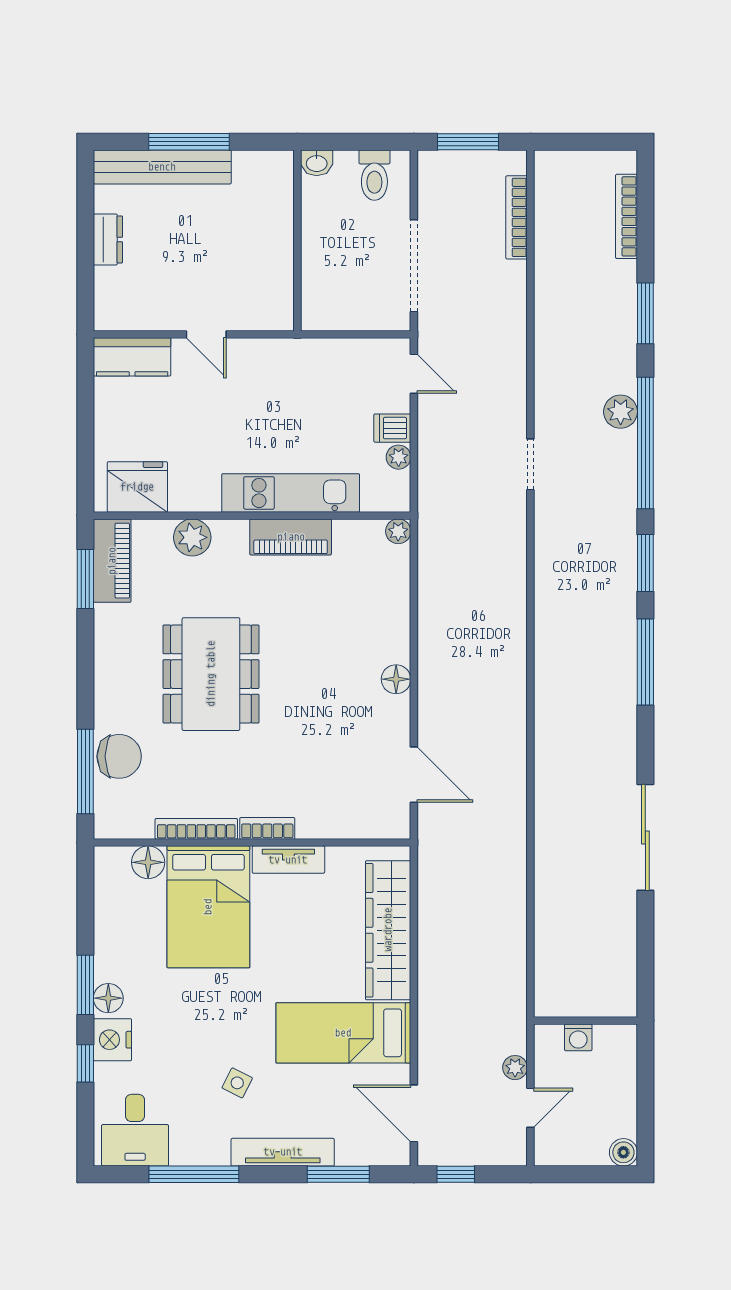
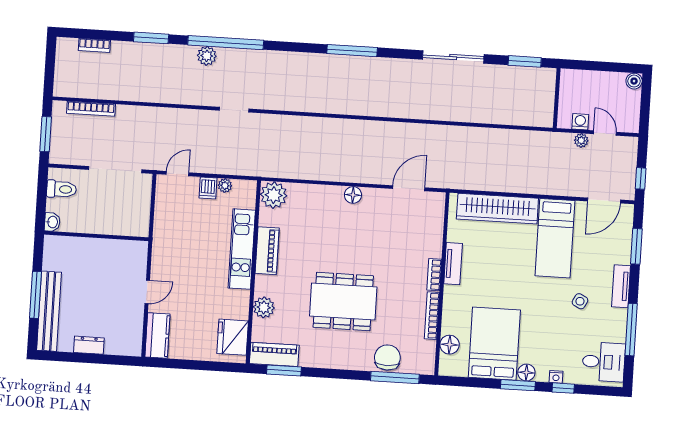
bookcase: (626, 216) -> (94, 45), width x0.64
plant: (398, 531) -> (274, 195), width x1.88, depth x1.88
window: (645, 563) -> (525, 61), moved
bed: (208, 907) -> (494, 344), moved, turned -90
washing machine: (578, 1037) -> (580, 122), moved, turned -90
nightstand: (112, 1040) -> (556, 377), width x0.53, depth x0.56
tv unit: (283, 1152) -> (621, 286), width x0.71

